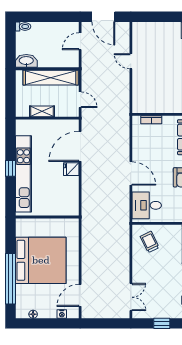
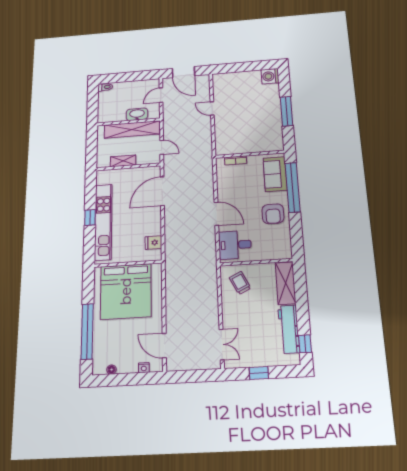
washbasin: (26, 61) -> (137, 114), moved
fridge: (71, 169) -> (153, 243), moved
bed: (41, 260) -> (126, 291), moved, turned 90
door: (80, 295) -> (164, 346), hinge flipped

